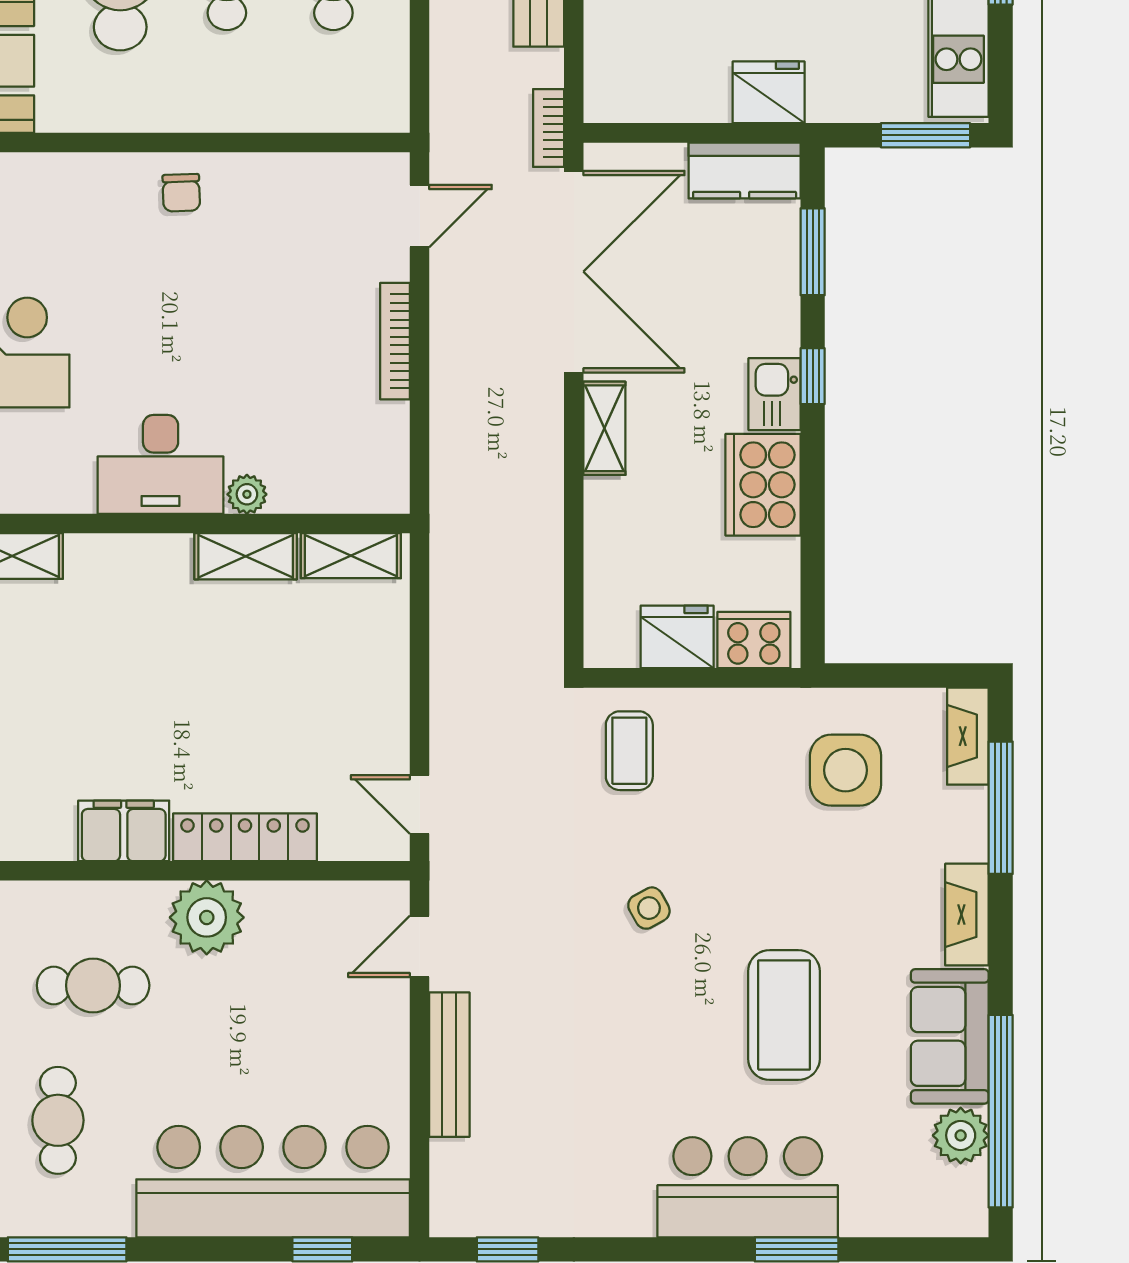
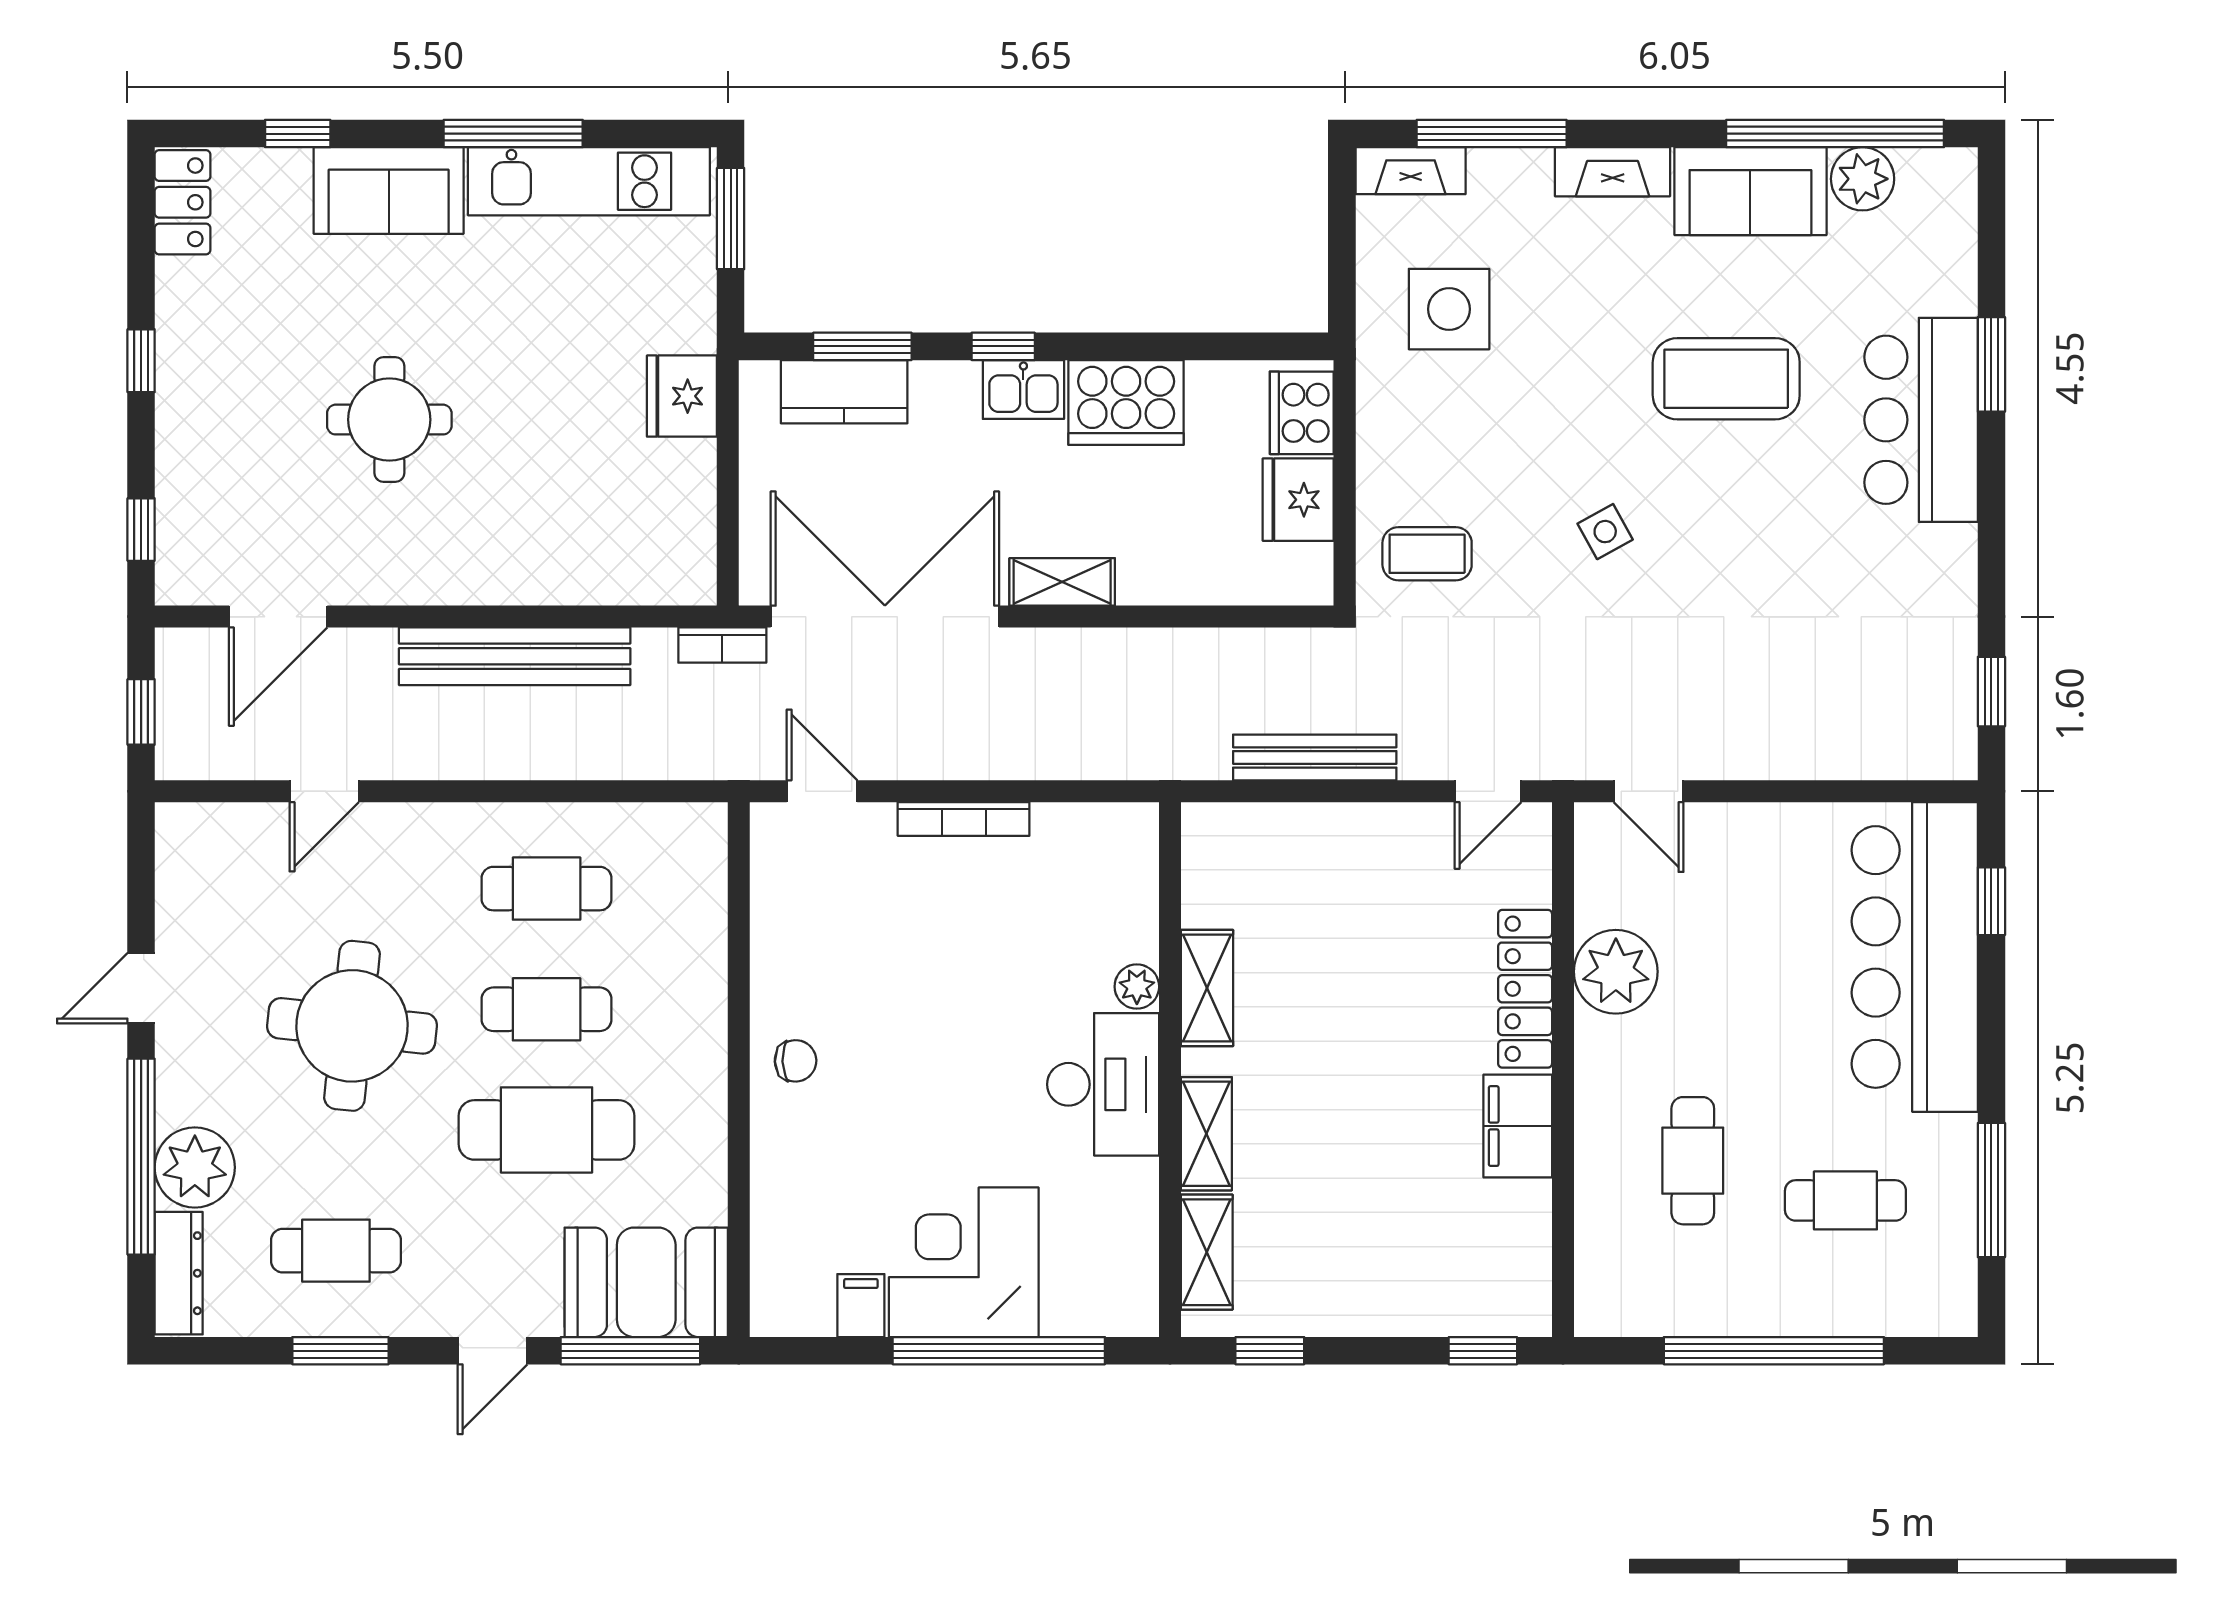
kitchen counter: (745, 170) -> (844, 392), moved, turned 90
shelving: (351, 556) -> (1206, 1134), moved
plant: (207, 917) -> (1616, 972), moved
bench: (449, 1065) -> (1315, 757), moved

